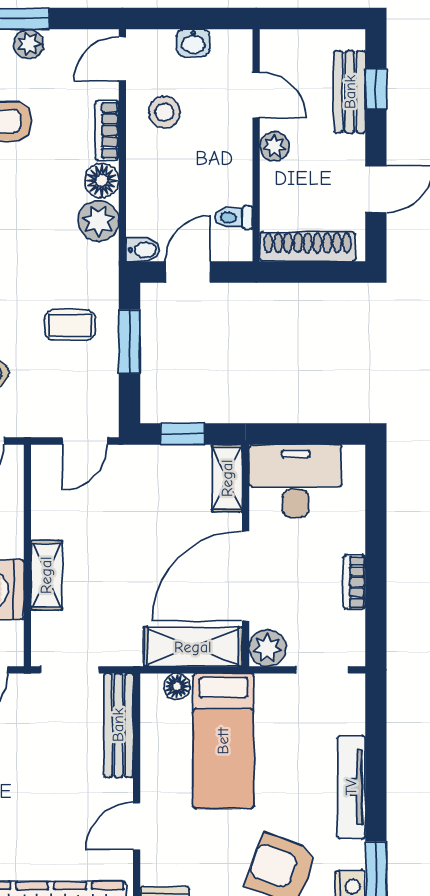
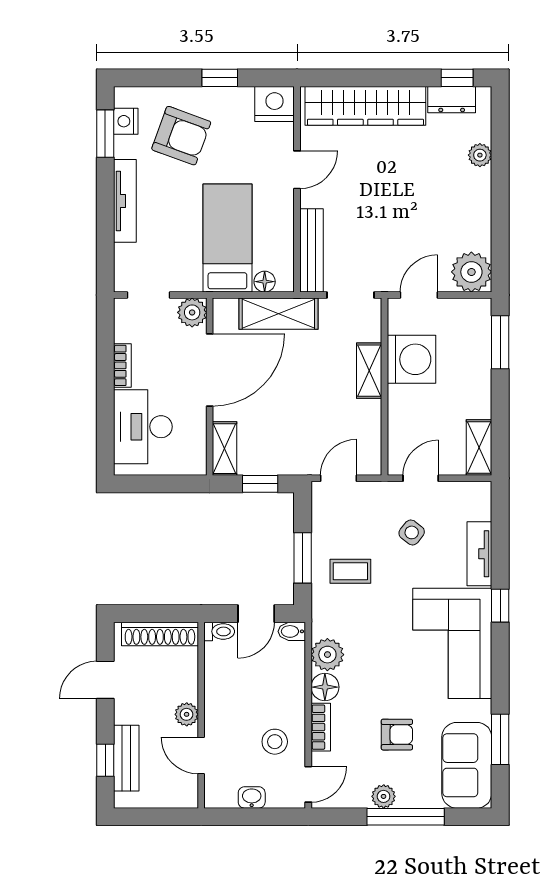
toilet: (234, 217) -> (219, 631), moved
desk: (296, 481) -> (143, 427), moved, turned 90
shelving: (193, 647) -> (278, 314), moved

